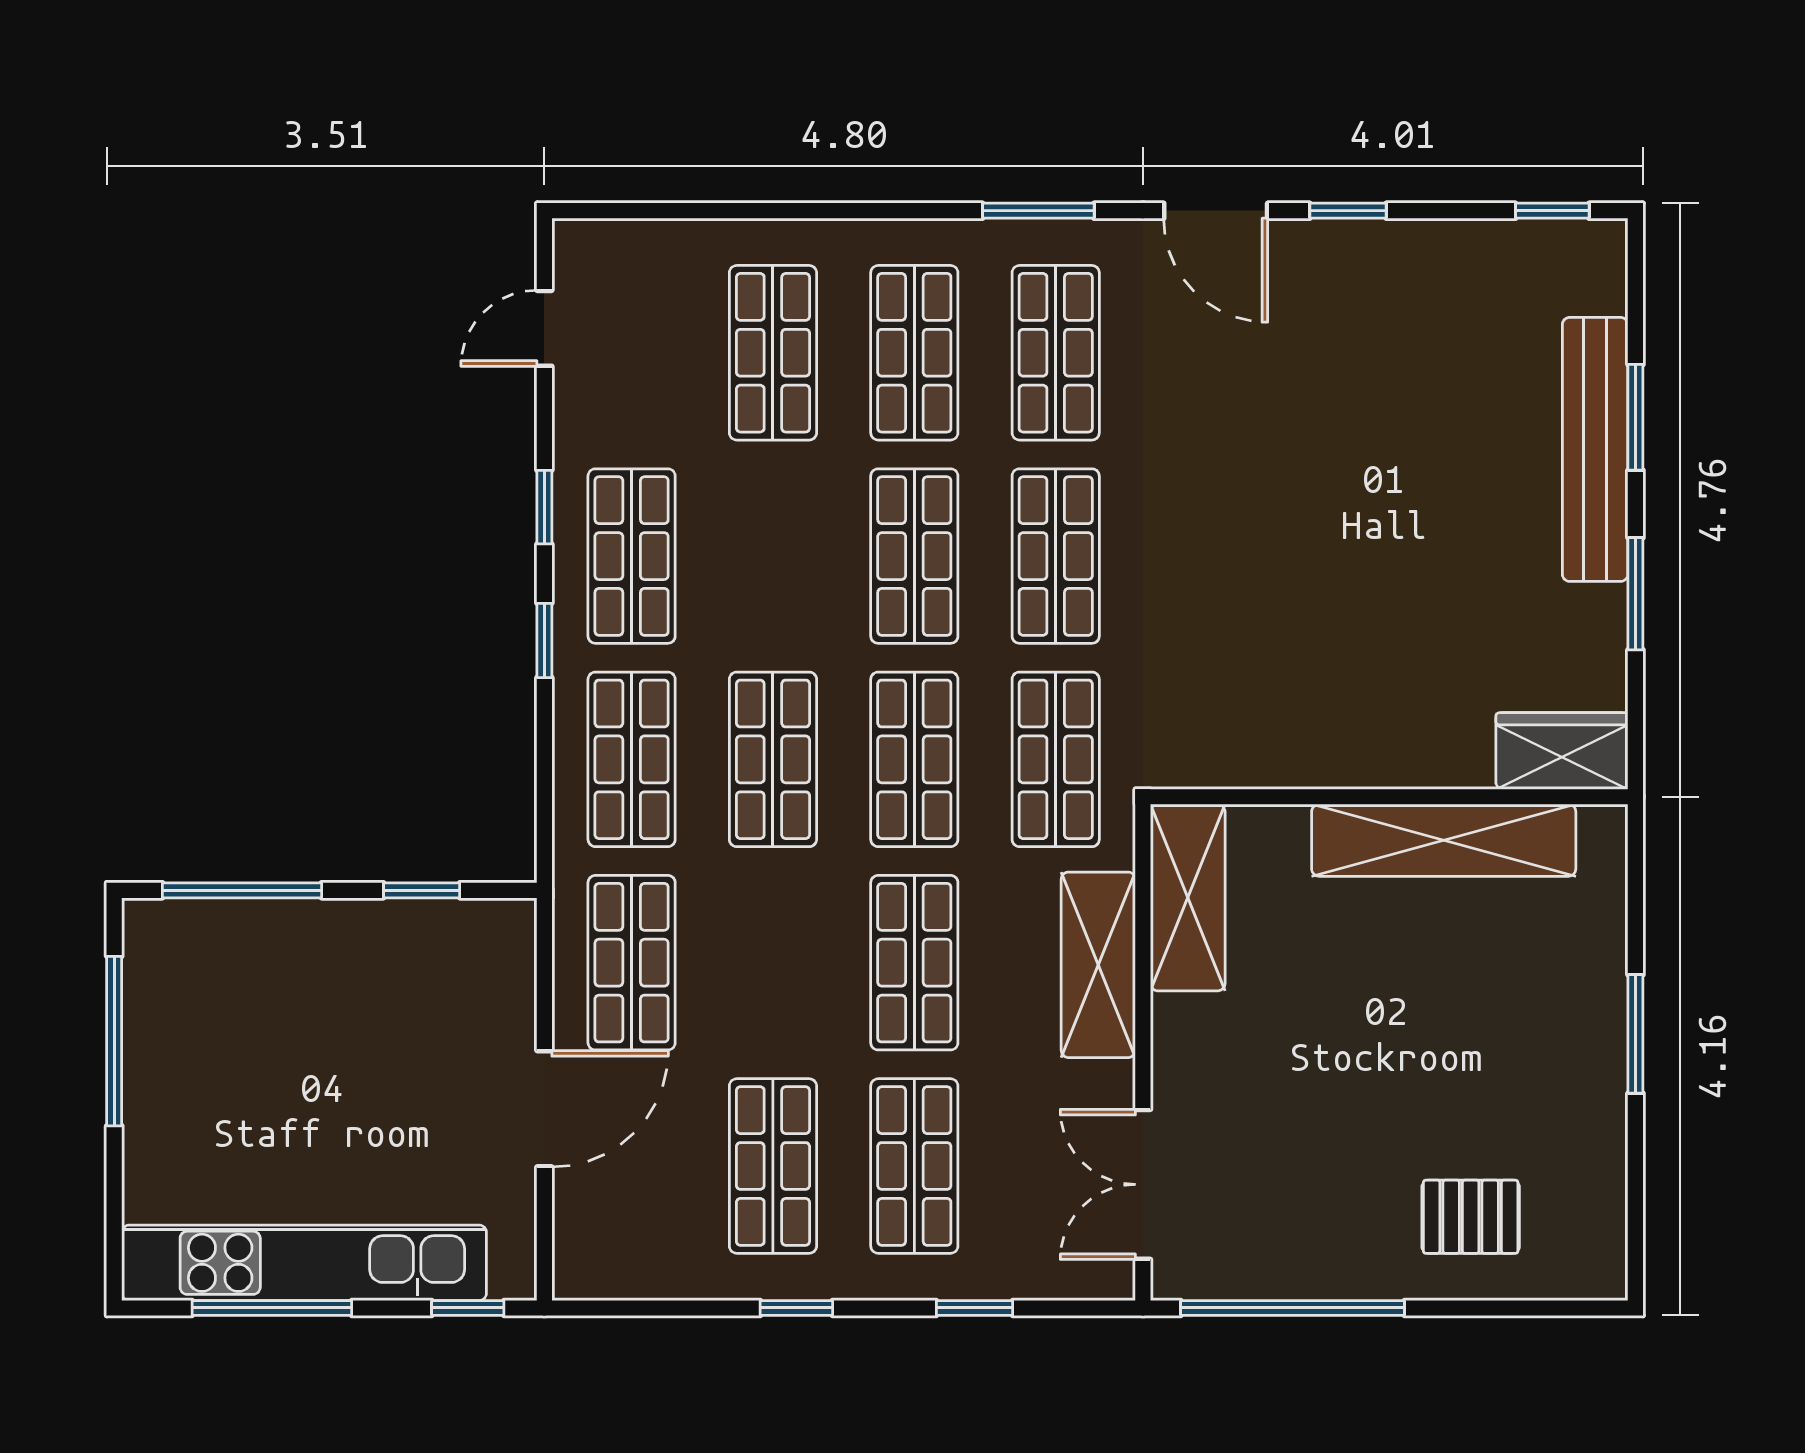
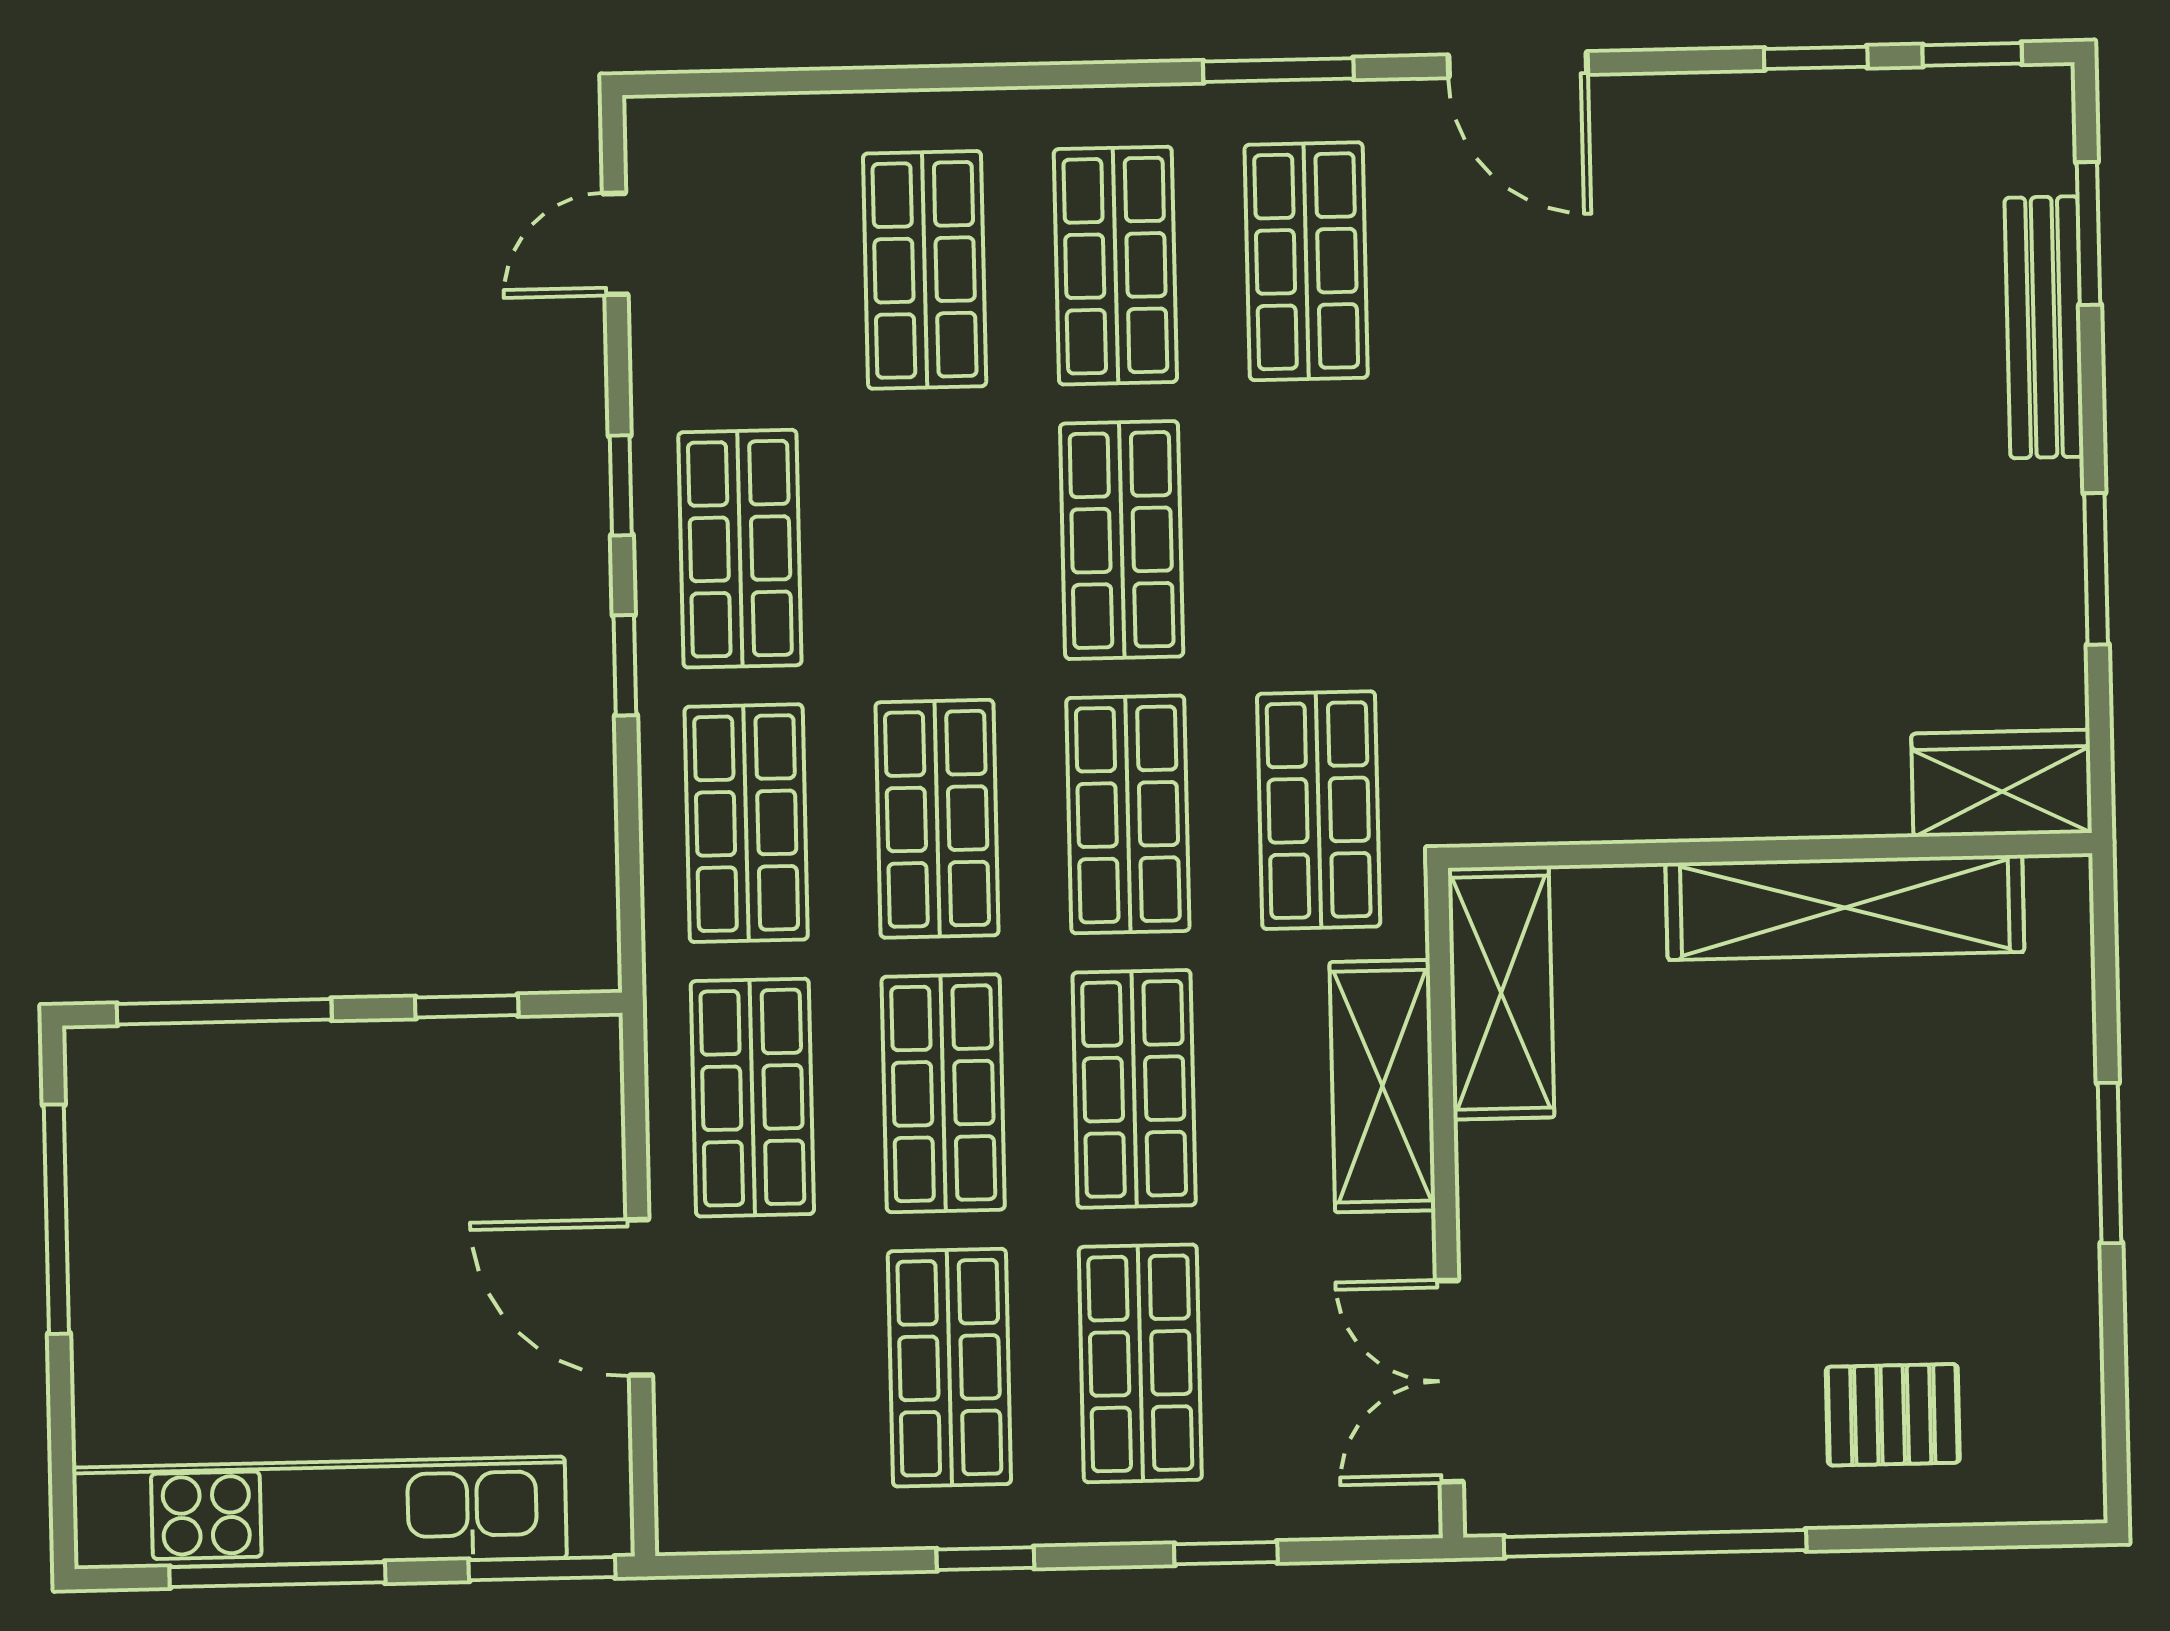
window: (1348, 211) -> (1816, 58), moved
window: (1635, 417) -> (2088, 233), moved
bench: (1595, 449) -> (2044, 327), width x0.73, depth x0.82
shop shelf: (1056, 556) -> (943, 1093), moved
door: (544, 1109) -> (639, 1297), swing flipped
window: (468, 1308) -> (542, 1569), width x1.50

